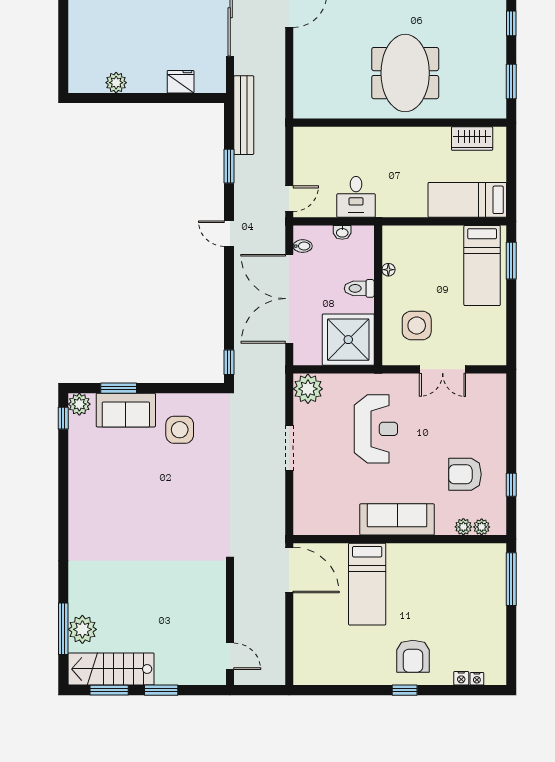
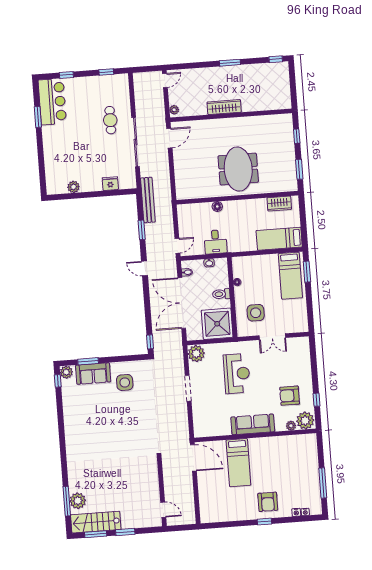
floor lamp: (364, 135) -> (217, 206), added
plant: (482, 527) -> (305, 421), width x1.88, depth x1.88
window: (511, 579) -> (323, 483), moved

